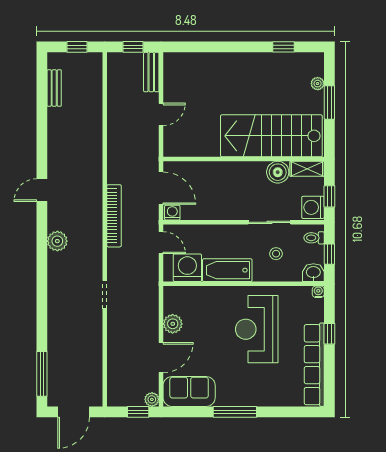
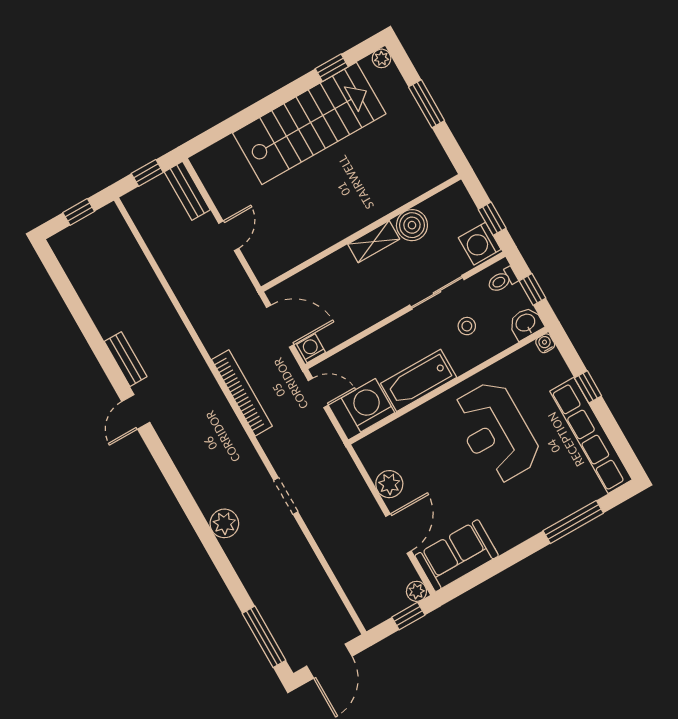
plant: (318, 84) -> (382, 58), moved
bench: (54, 88) -> (126, 359), moved
stairs: (271, 136) -> (309, 123), moved, turned 180
shelving: (307, 169) -> (374, 242), moved
plant: (57, 241) -> (224, 523), moved
window: (235, 412) -> (573, 522), moved

